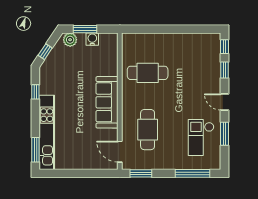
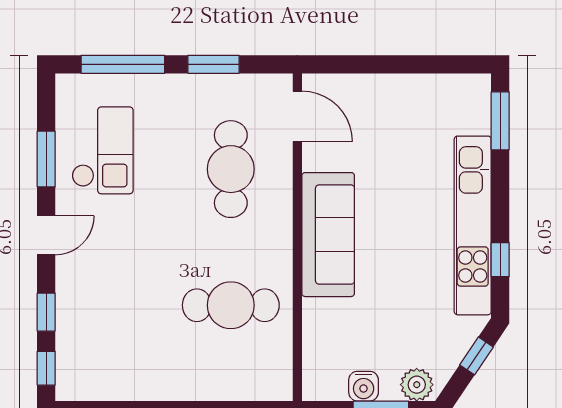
door: (225, 102) -> (46, 235), hinge flipped
kitchen unit: (47, 132) -> (473, 225), moved
window: (141, 173) -> (213, 64), moved

